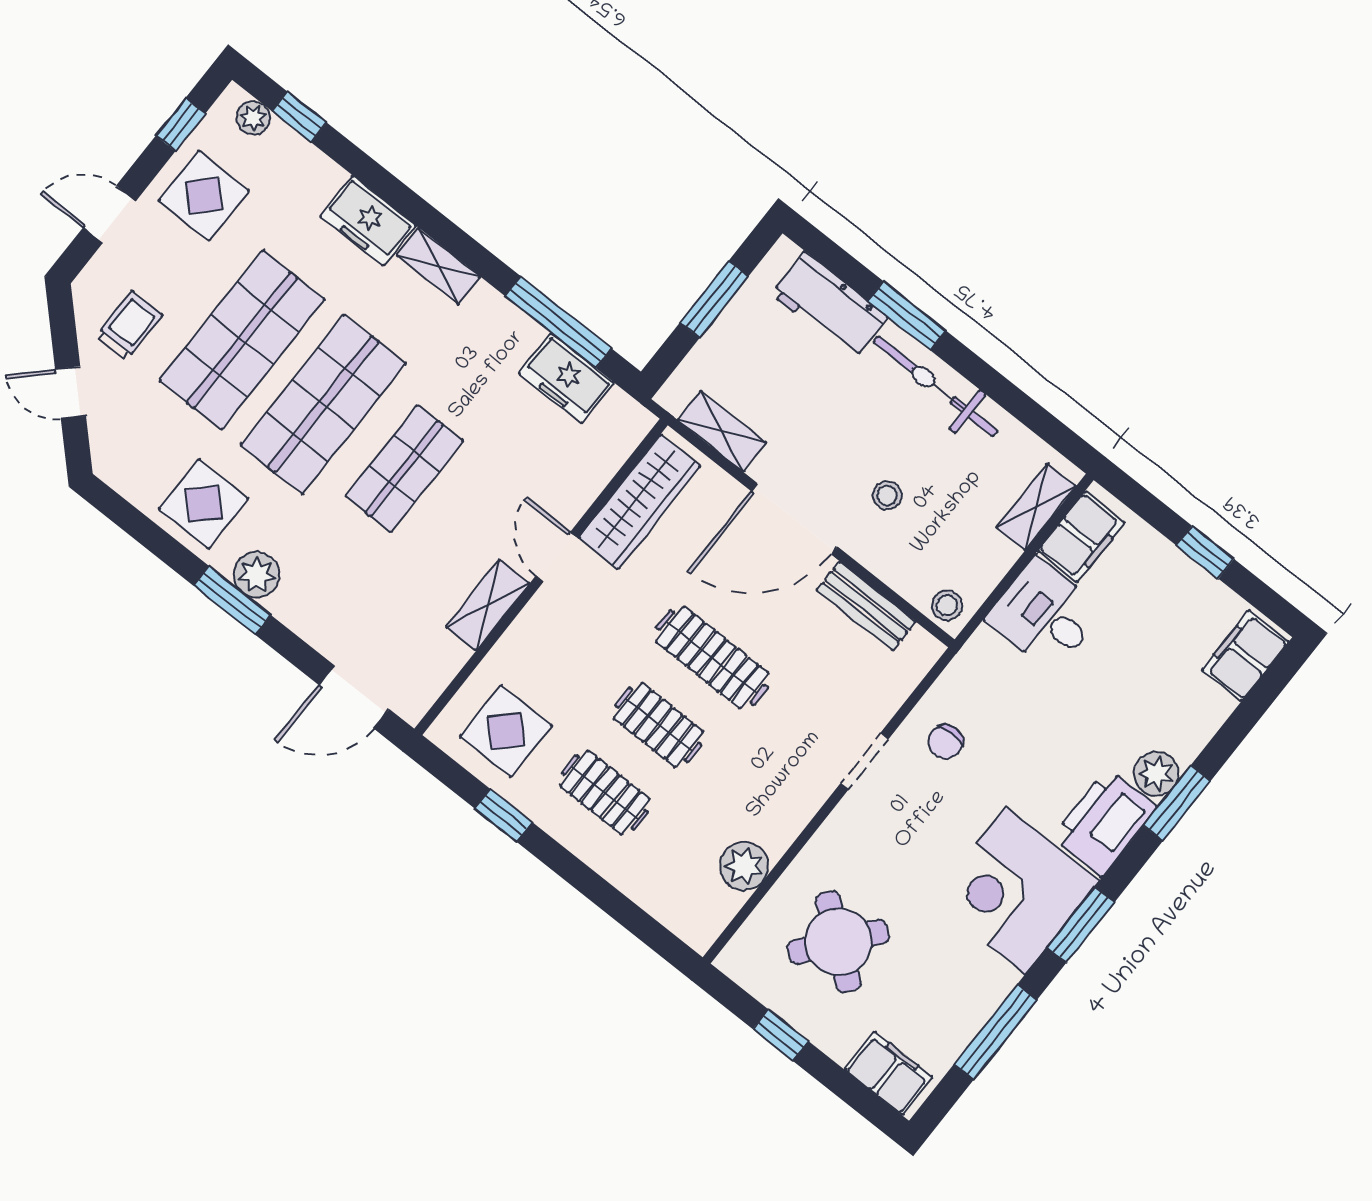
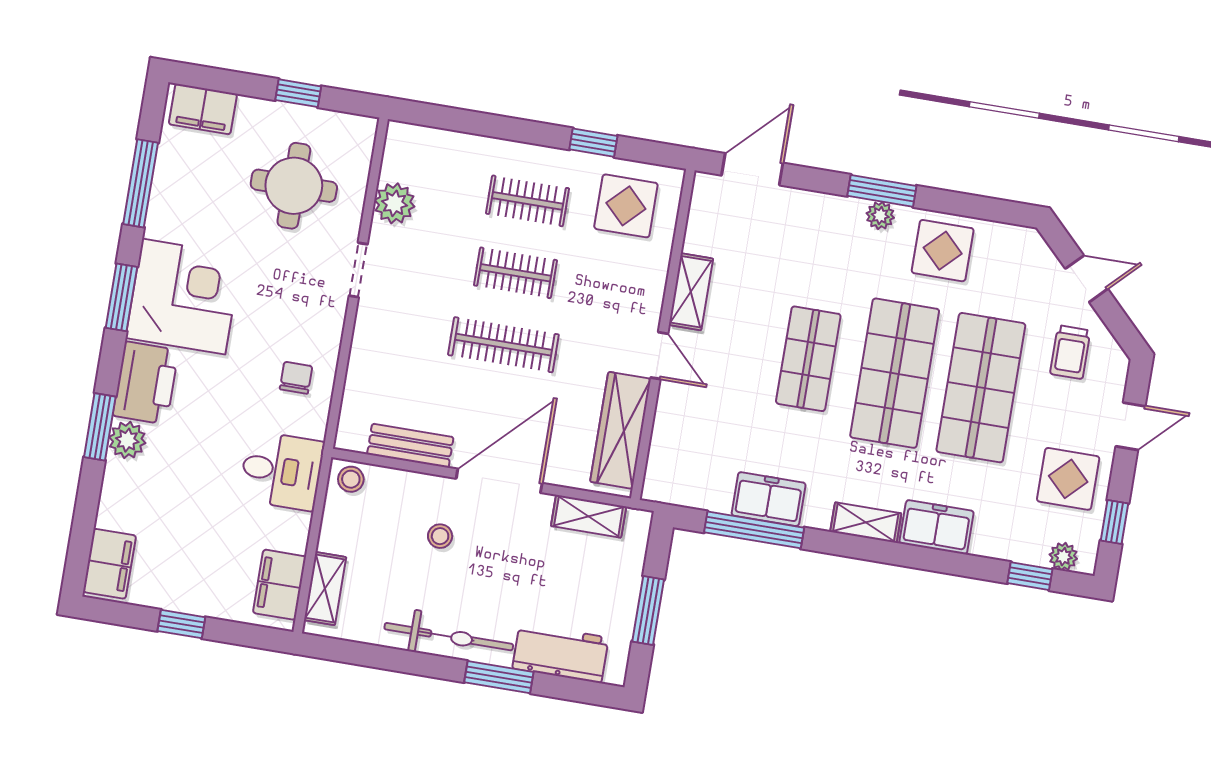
freezer: (566, 378) -> (769, 499), moved
plant: (257, 575) -> (880, 216), width x0.73, depth x0.73
desk: (1045, 615) -> (282, 471), moved
doorway: (864, 761) -> (358, 270), moved
round table: (838, 942) -> (294, 186), turned -38

